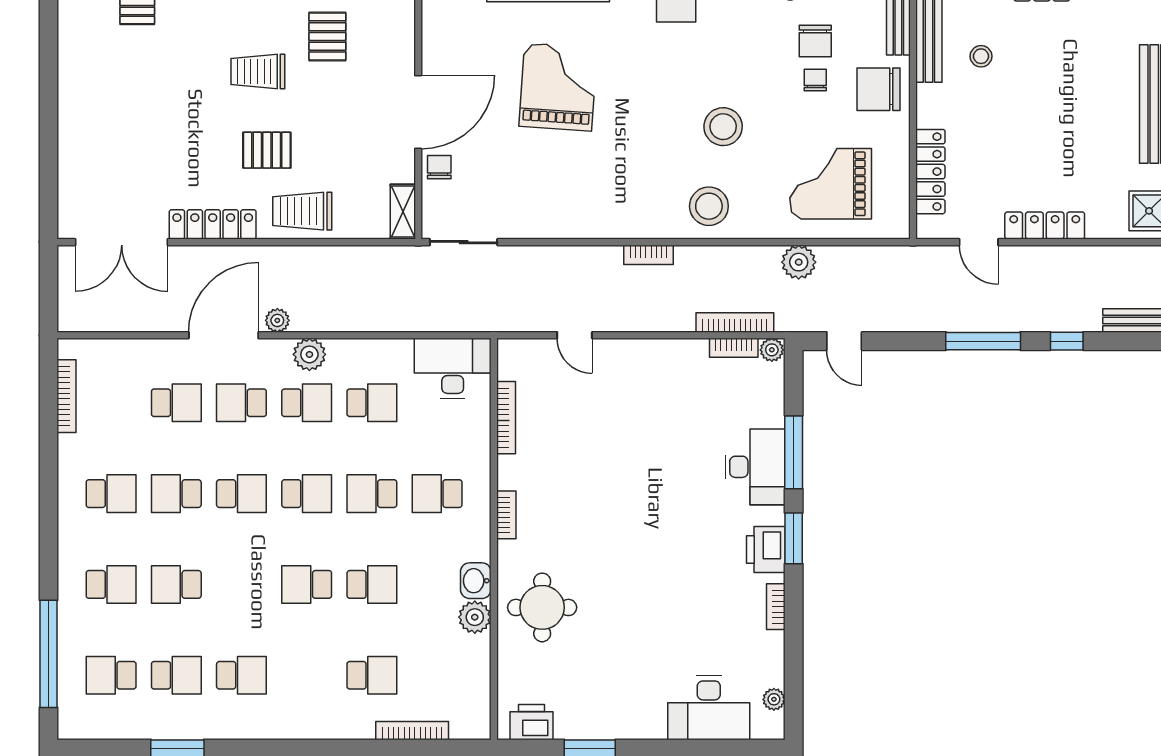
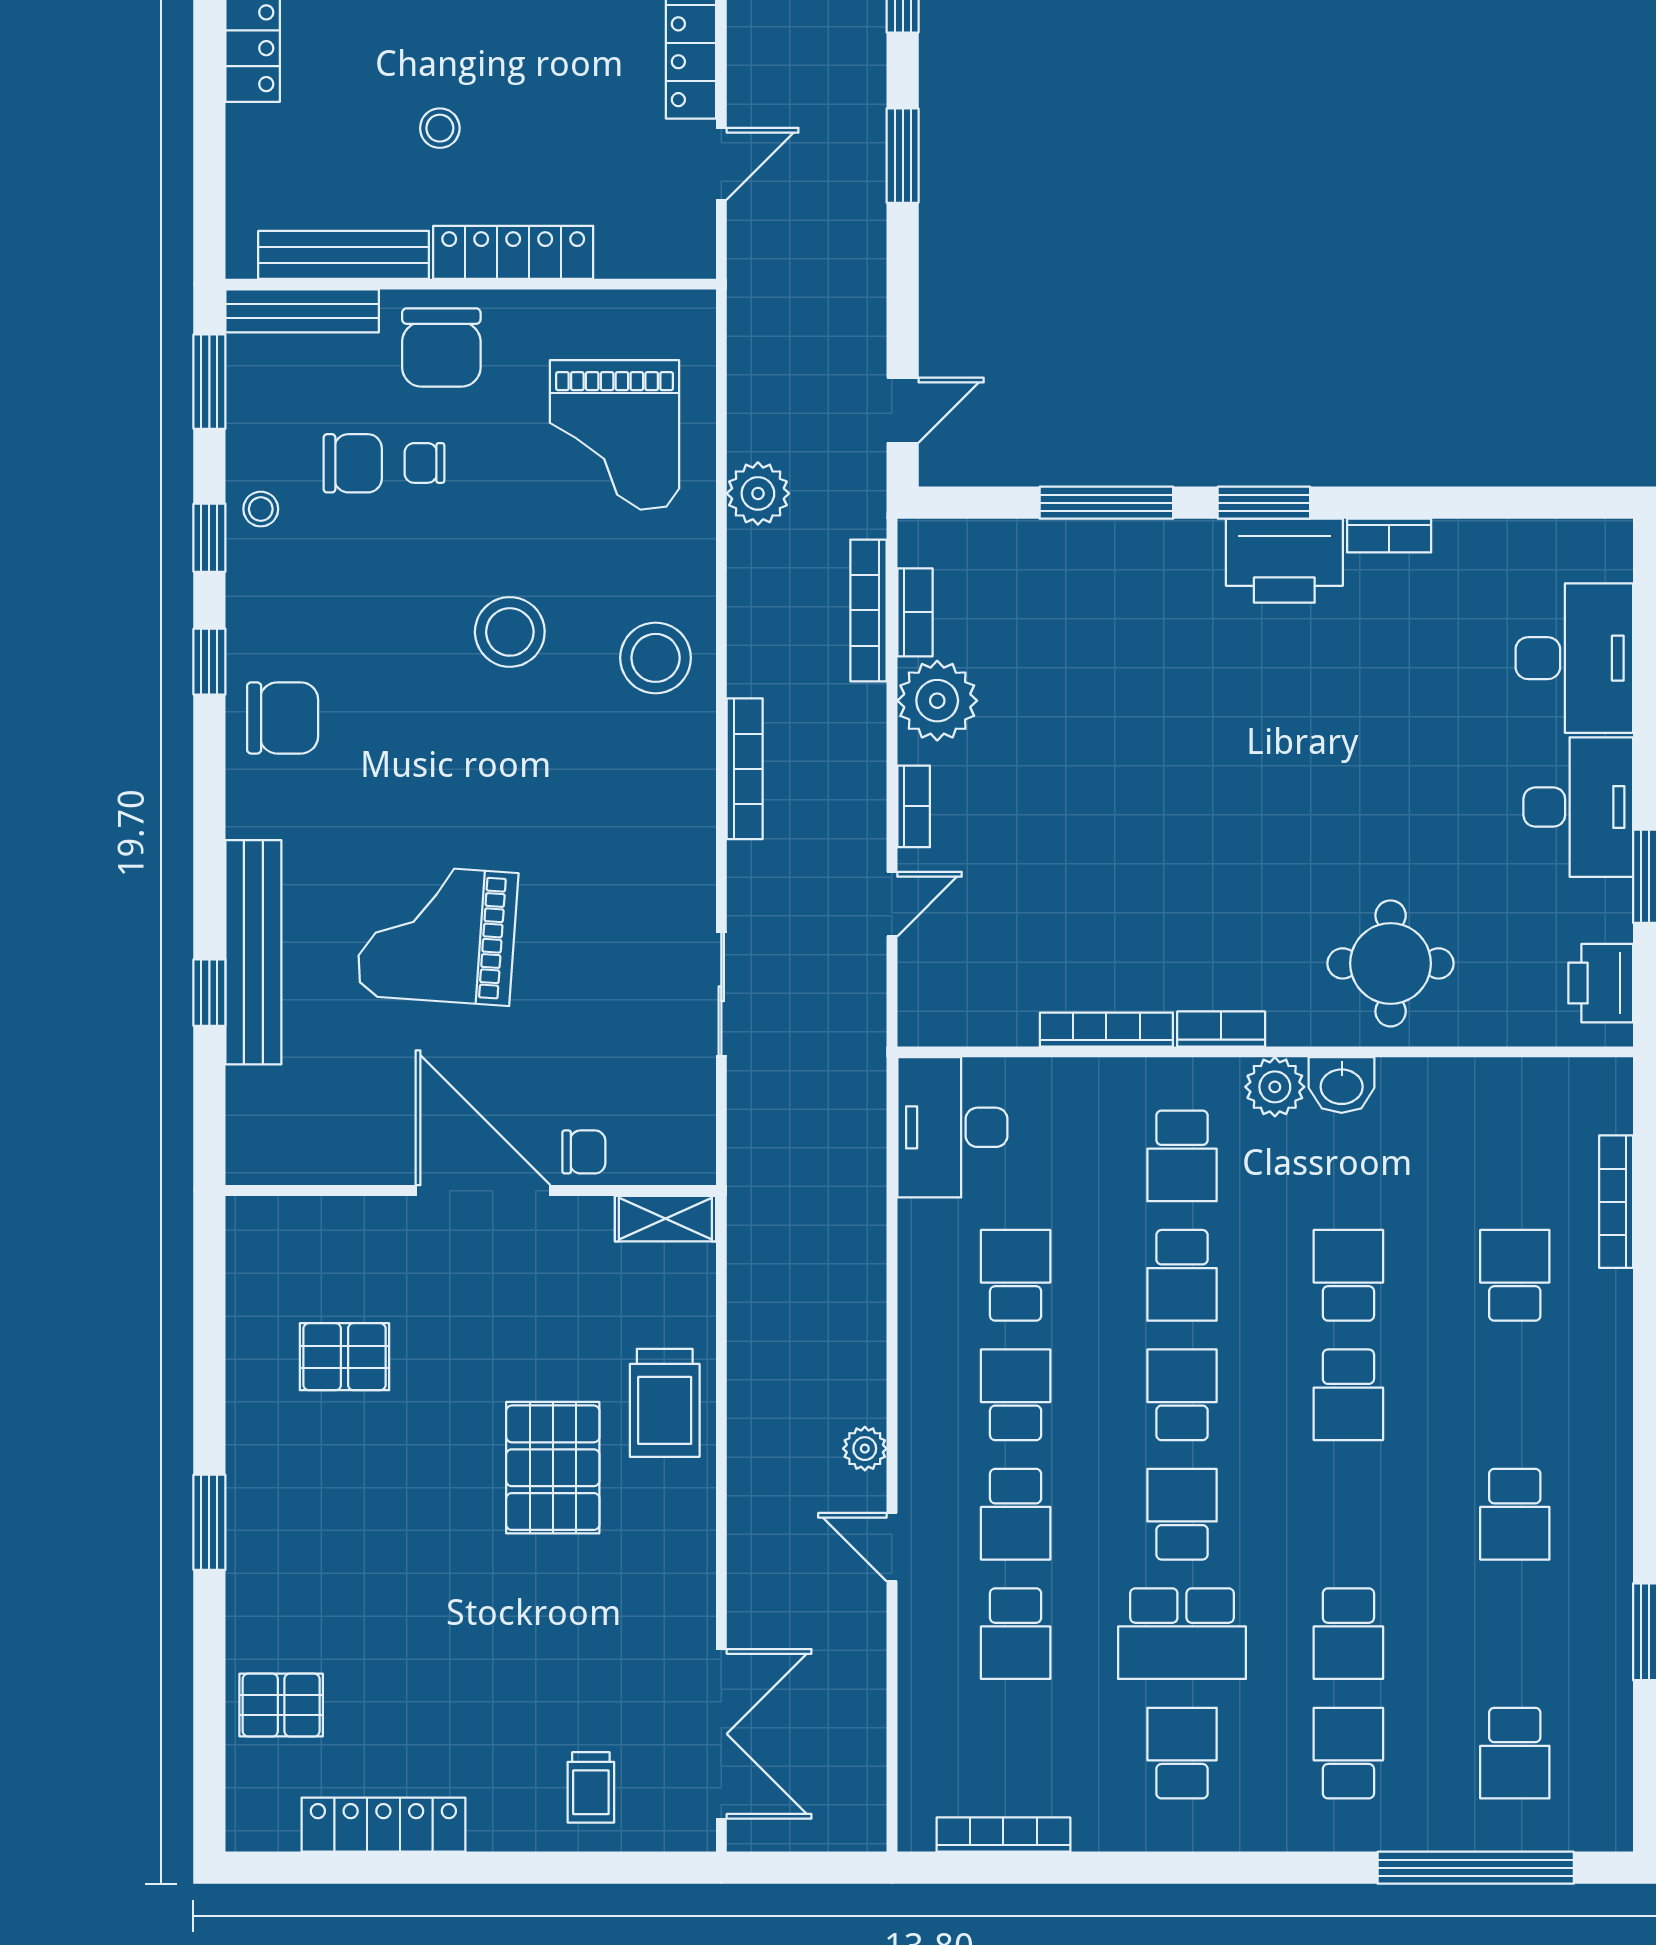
stool: (981, 56) -> (440, 128), moved
trolley: (258, 72) -> (591, 1787), moved, width x0.73, depth x0.72
pallet: (267, 150) -> (553, 1468), width x1.50, depth x1.42
chair: (439, 167) -> (584, 1152), turned 180
locker: (930, 172) -> (513, 252), moved
locker: (213, 224) -> (383, 1825), moved, turned 90
sliding door: (464, 242) -> (721, 994), moved
bookcase: (648, 255) -> (745, 769), width x1.56
door: (224, 335) -> (892, 1547), width x0.53
window: (983, 341) -> (903, 156), width x0.69
bookcase: (628, 347) -> (914, 806), added
plant: (772, 350) -> (937, 701), moved, width x1.88, depth x1.88
plant: (309, 354) -> (927, 1390), removed
school desk: (176, 403) -> (1016, 1634), turned 180
bookcase: (506, 418) -> (1106, 1030), moved
desk: (755, 467) -> (1578, 807), moved, turned 90
school desk: (176, 494) -> (1182, 1634), width x1.85
printer: (766, 549) -> (1284, 561), width x1.37, depth x1.19
plant: (475, 617) -> (1275, 1087), moved
school desk: (176, 675) -> (1515, 1634), removed
school desk: (241, 675) -> (1515, 1514), turned 180
plant: (774, 699) -> (1559, 539), removed

